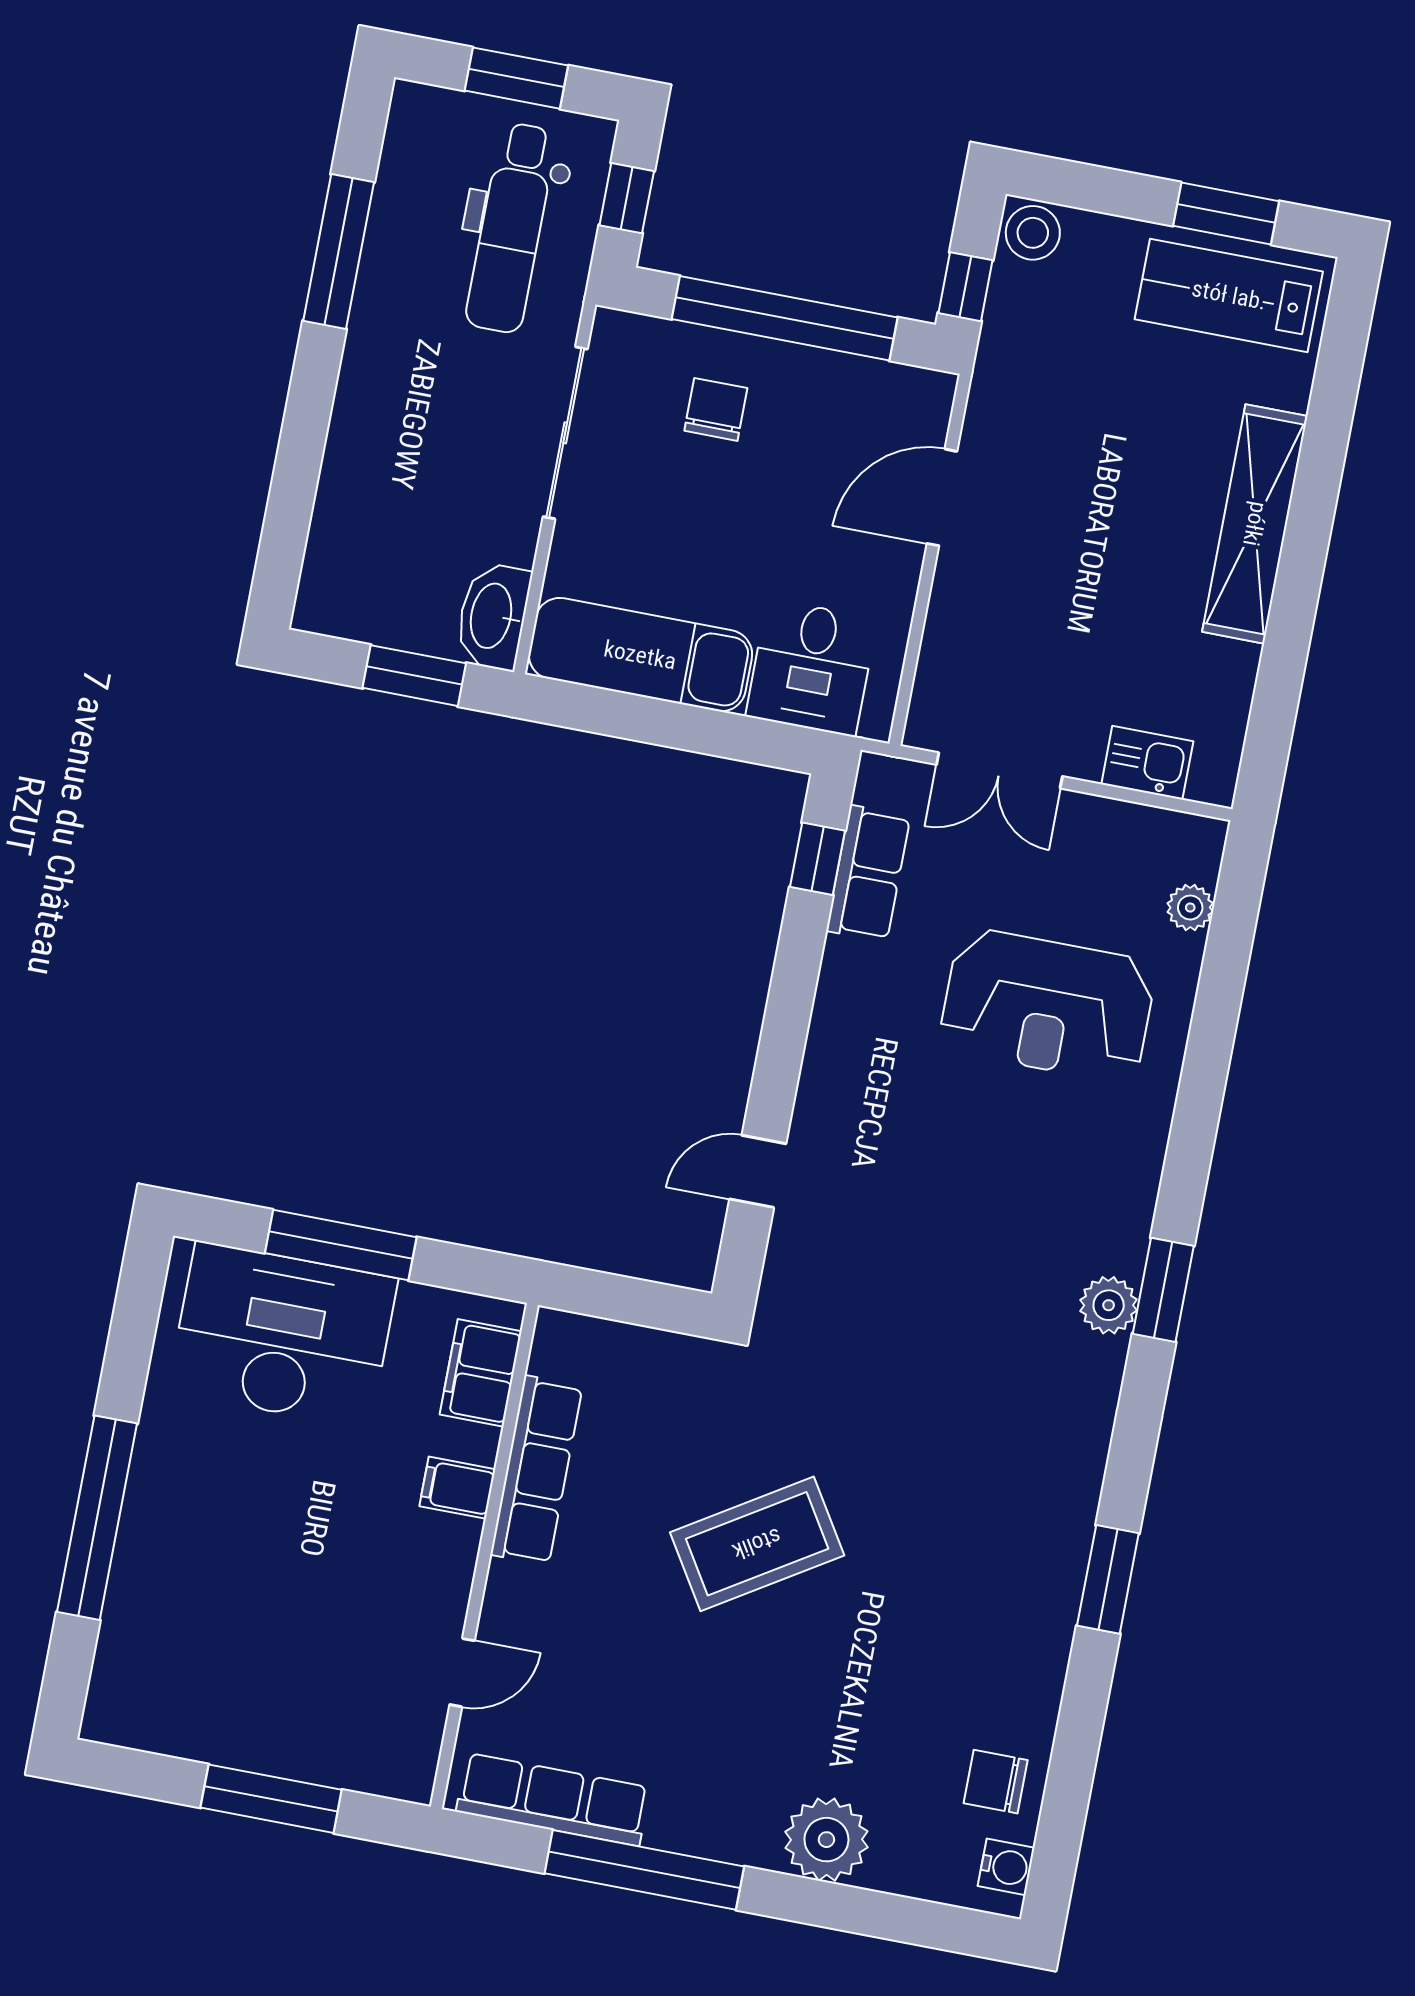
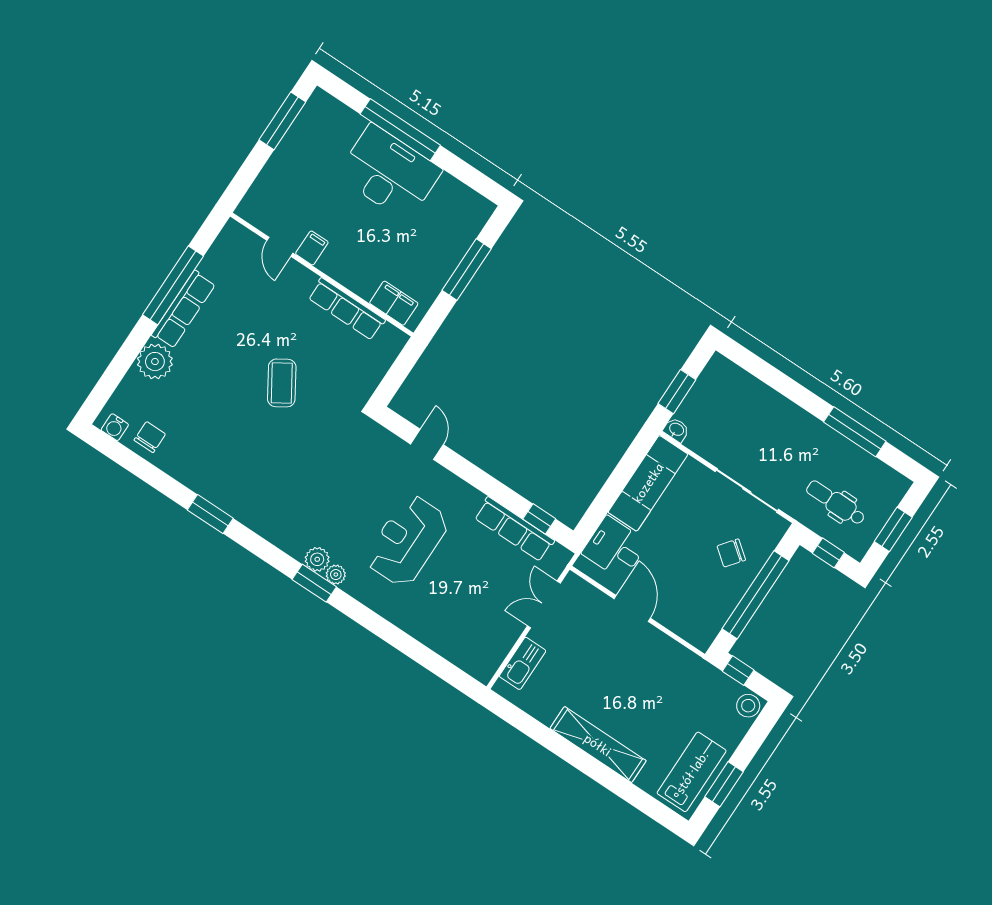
dental chair: (511, 228) -> (836, 503), width x0.73, depth x0.72
chair: (716, 409) -> (731, 553), turned 128
door: (942, 497) -> (632, 608), moved
washbasin: (493, 616) -> (676, 430), width x0.52, depth x0.69
kitchen sink: (1147, 763) -> (523, 663), width x1.38
row of seats: (868, 873) -> (514, 529), width x1.48
plant: (1190, 908) -> (336, 575), moved
reception desk: (1048, 1005) -> (407, 541), moved
desk: (283, 1335) -> (389, 173), moved, turned -90
filing cabinet: (457, 1488) -> (312, 248), moved
coffee table: (757, 1544) -> (282, 383), width x0.73, depth x0.76
window: (271, 1799) -> (282, 121), moved
row of seats: (553, 1799) -> (184, 309), moved

